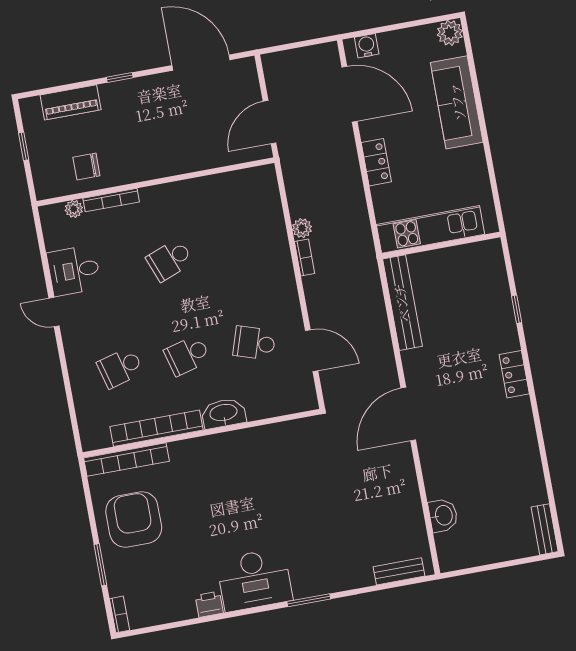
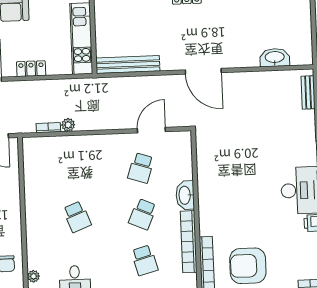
bookcase: (111, 200) -> (31, 250), removed
bookcase: (304, 258) -> (48, 128), moved
school desk: (187, 355) -> (143, 214), turned 39
washbasin: (443, 515) -> (275, 58), width x1.38

